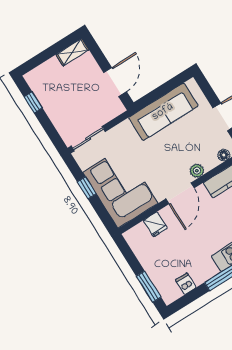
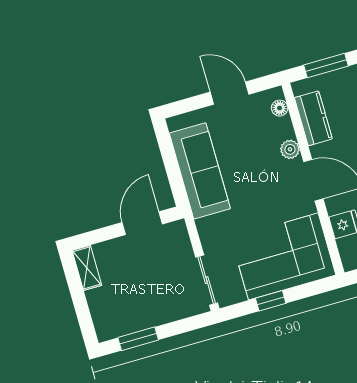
door: (115, 82) -> (142, 223), hinge flipped
window: (33, 102) -> (138, 339), width x1.50

